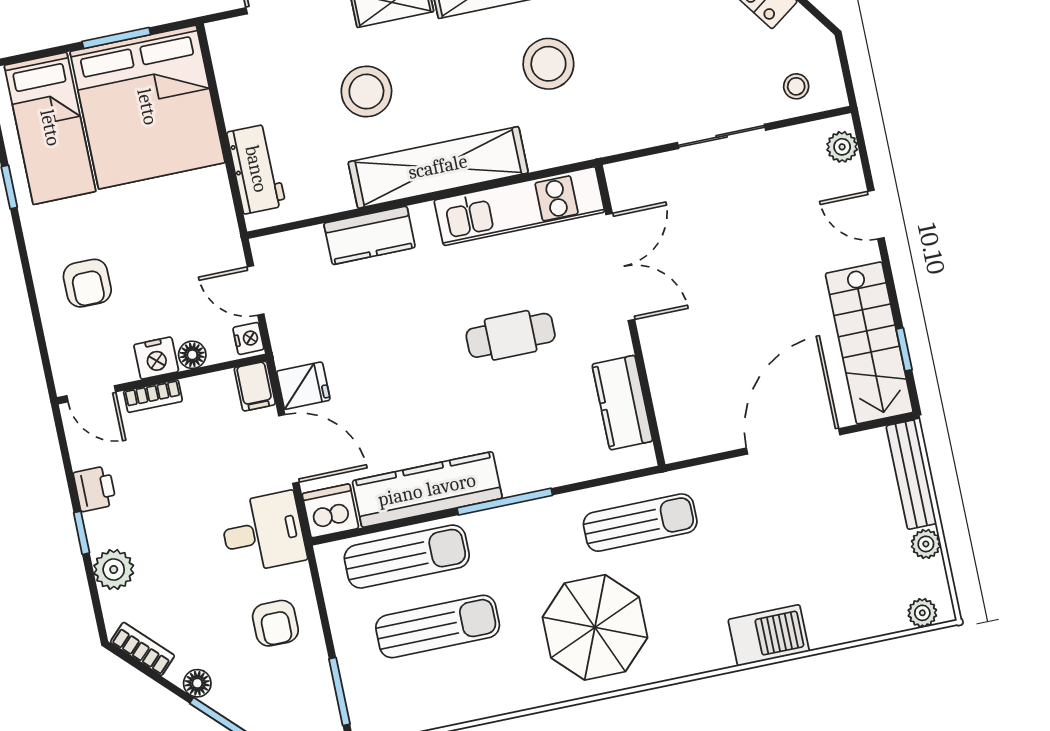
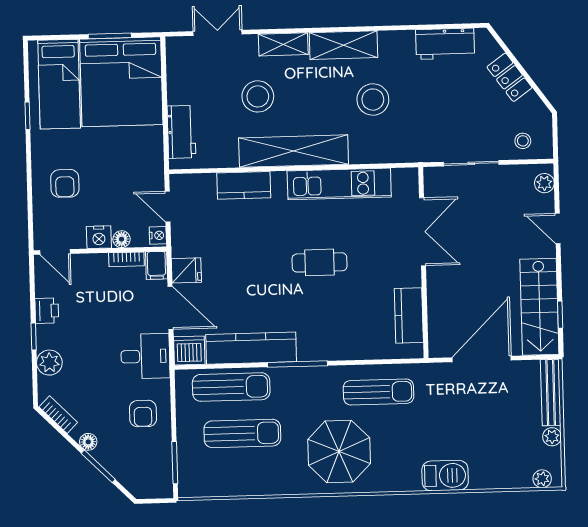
double door: (620, 267) -> (423, 232), moved
wall: (630, 315) -> (423, 263), moved
bookcase: (153, 396) -> (126, 259), moved
kitchen counter: (622, 403) -> (409, 315), moved

